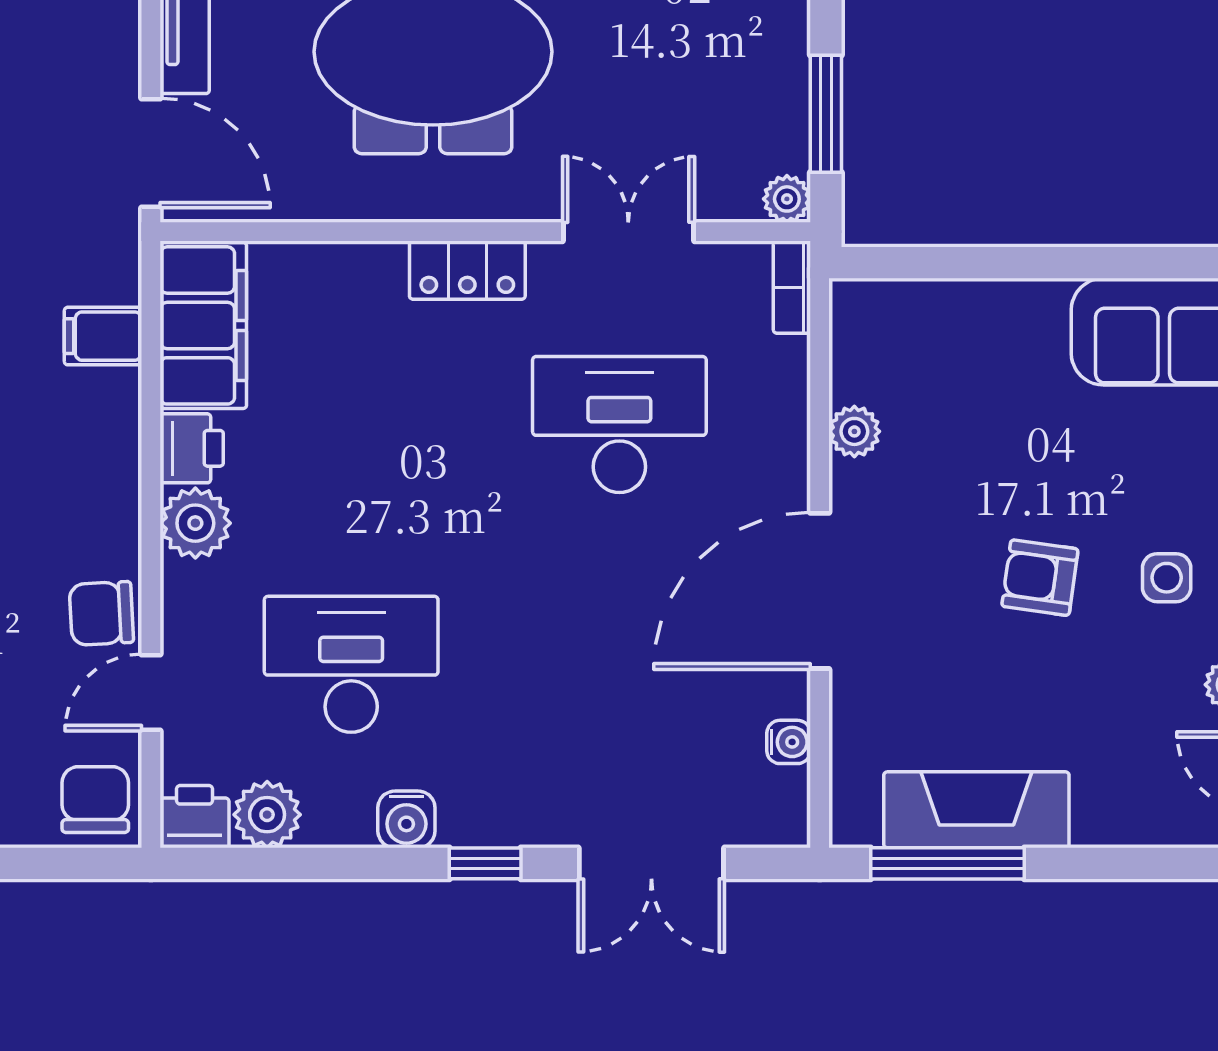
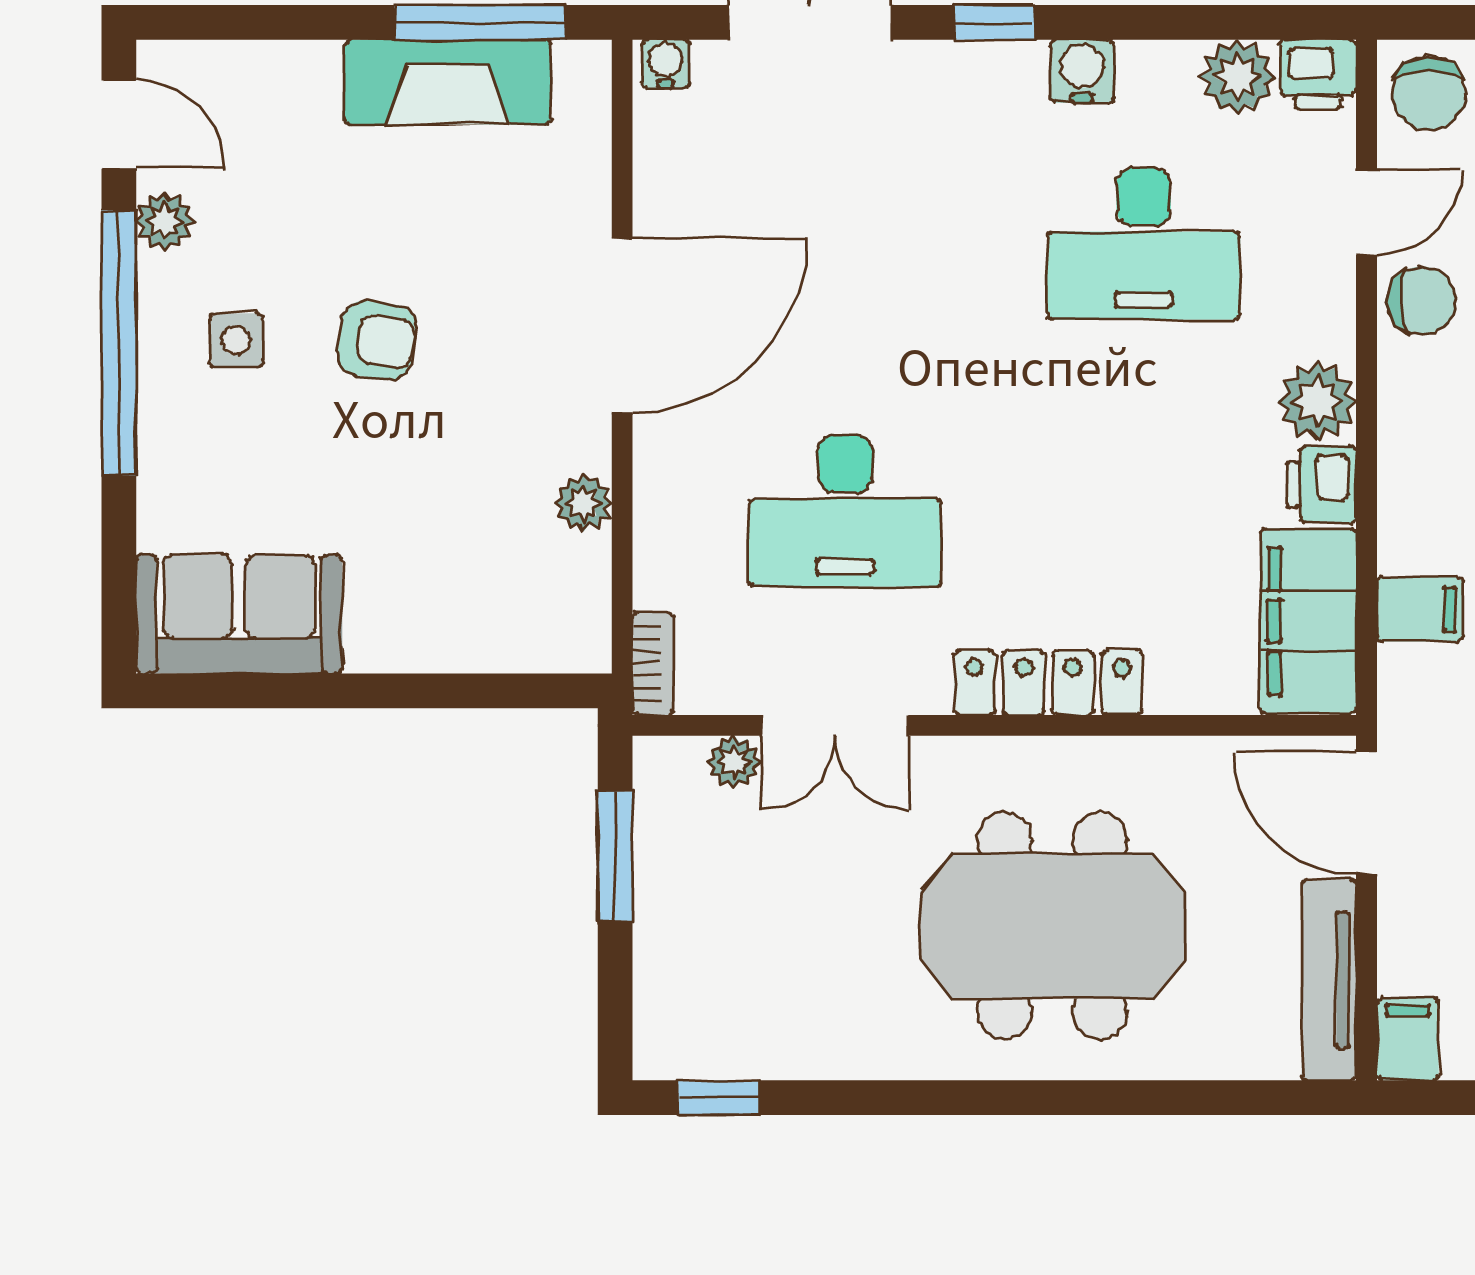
plant: (787, 199) -> (734, 762), moved
locker: (467, 270) -> (1048, 683), width x1.53
water cooler: (789, 742) -> (666, 64), moved, turned 90

